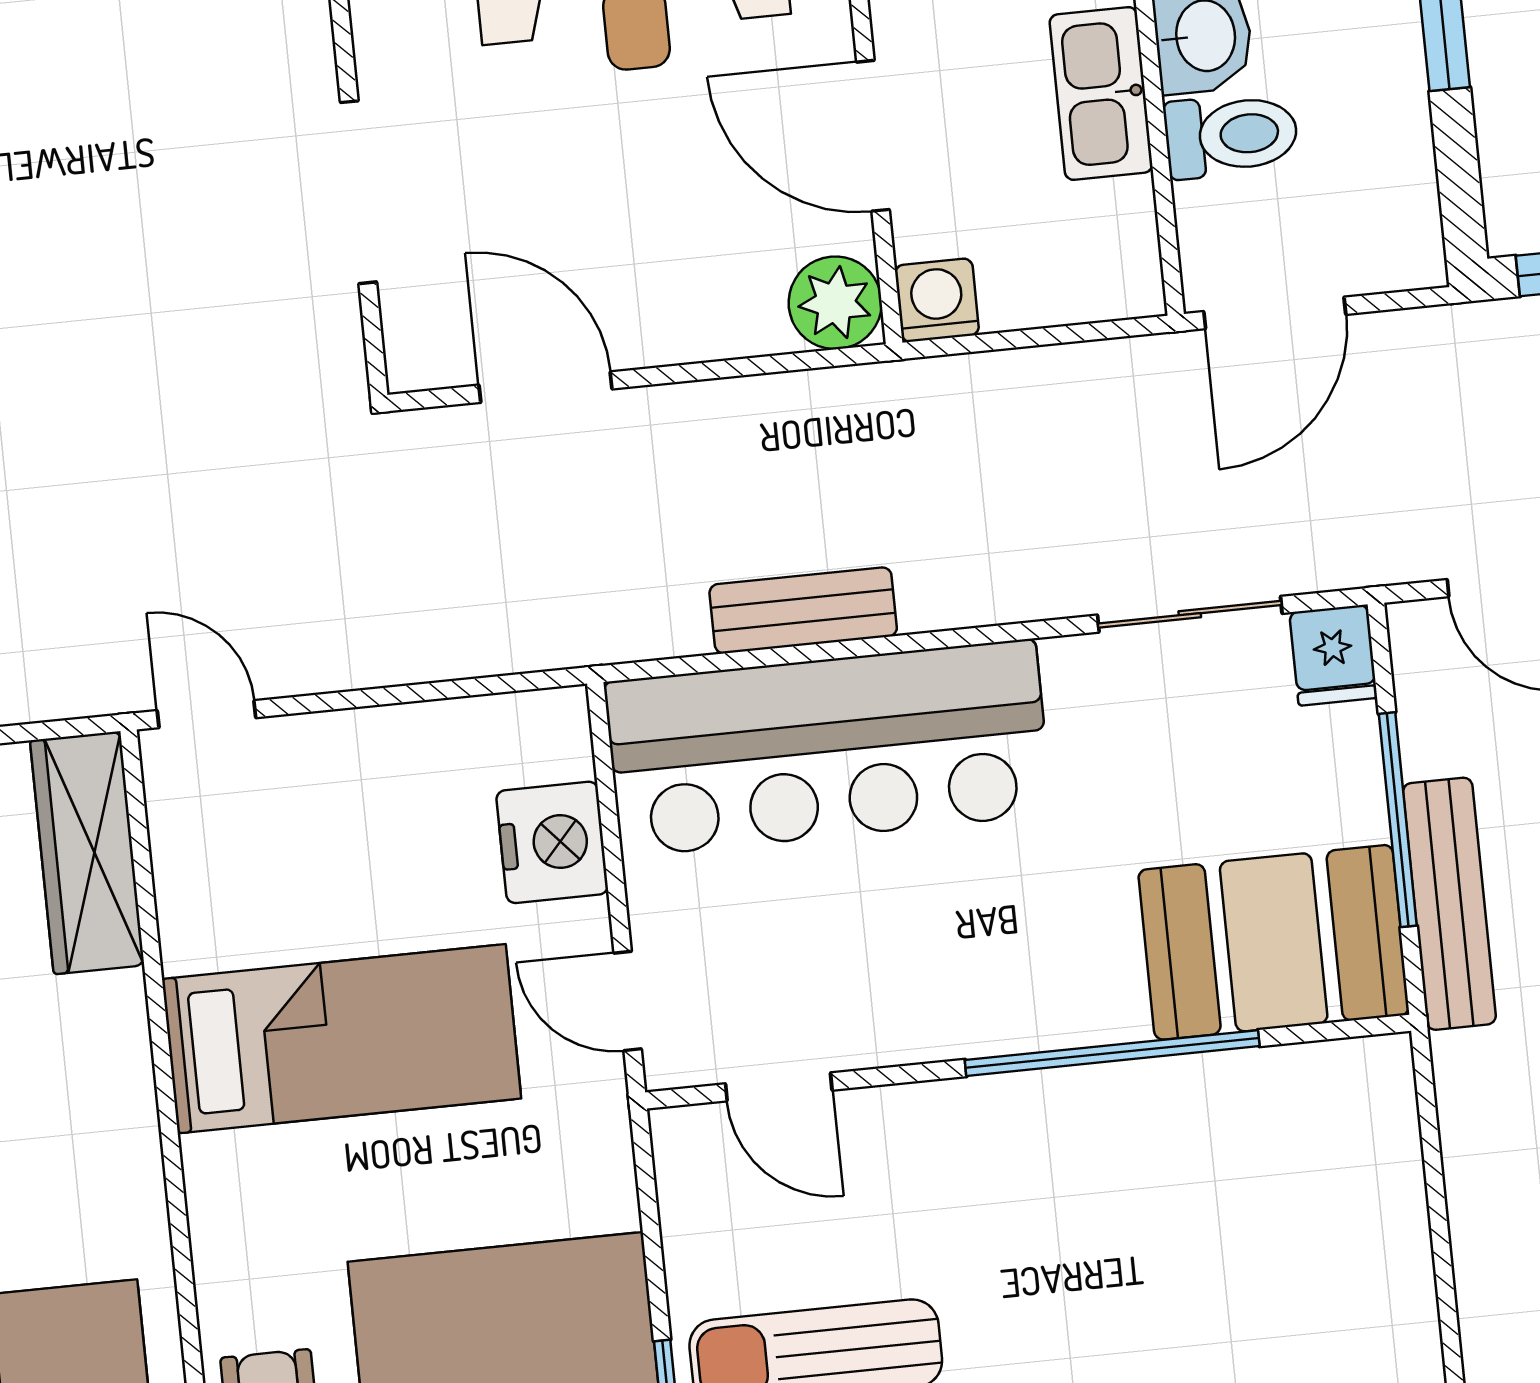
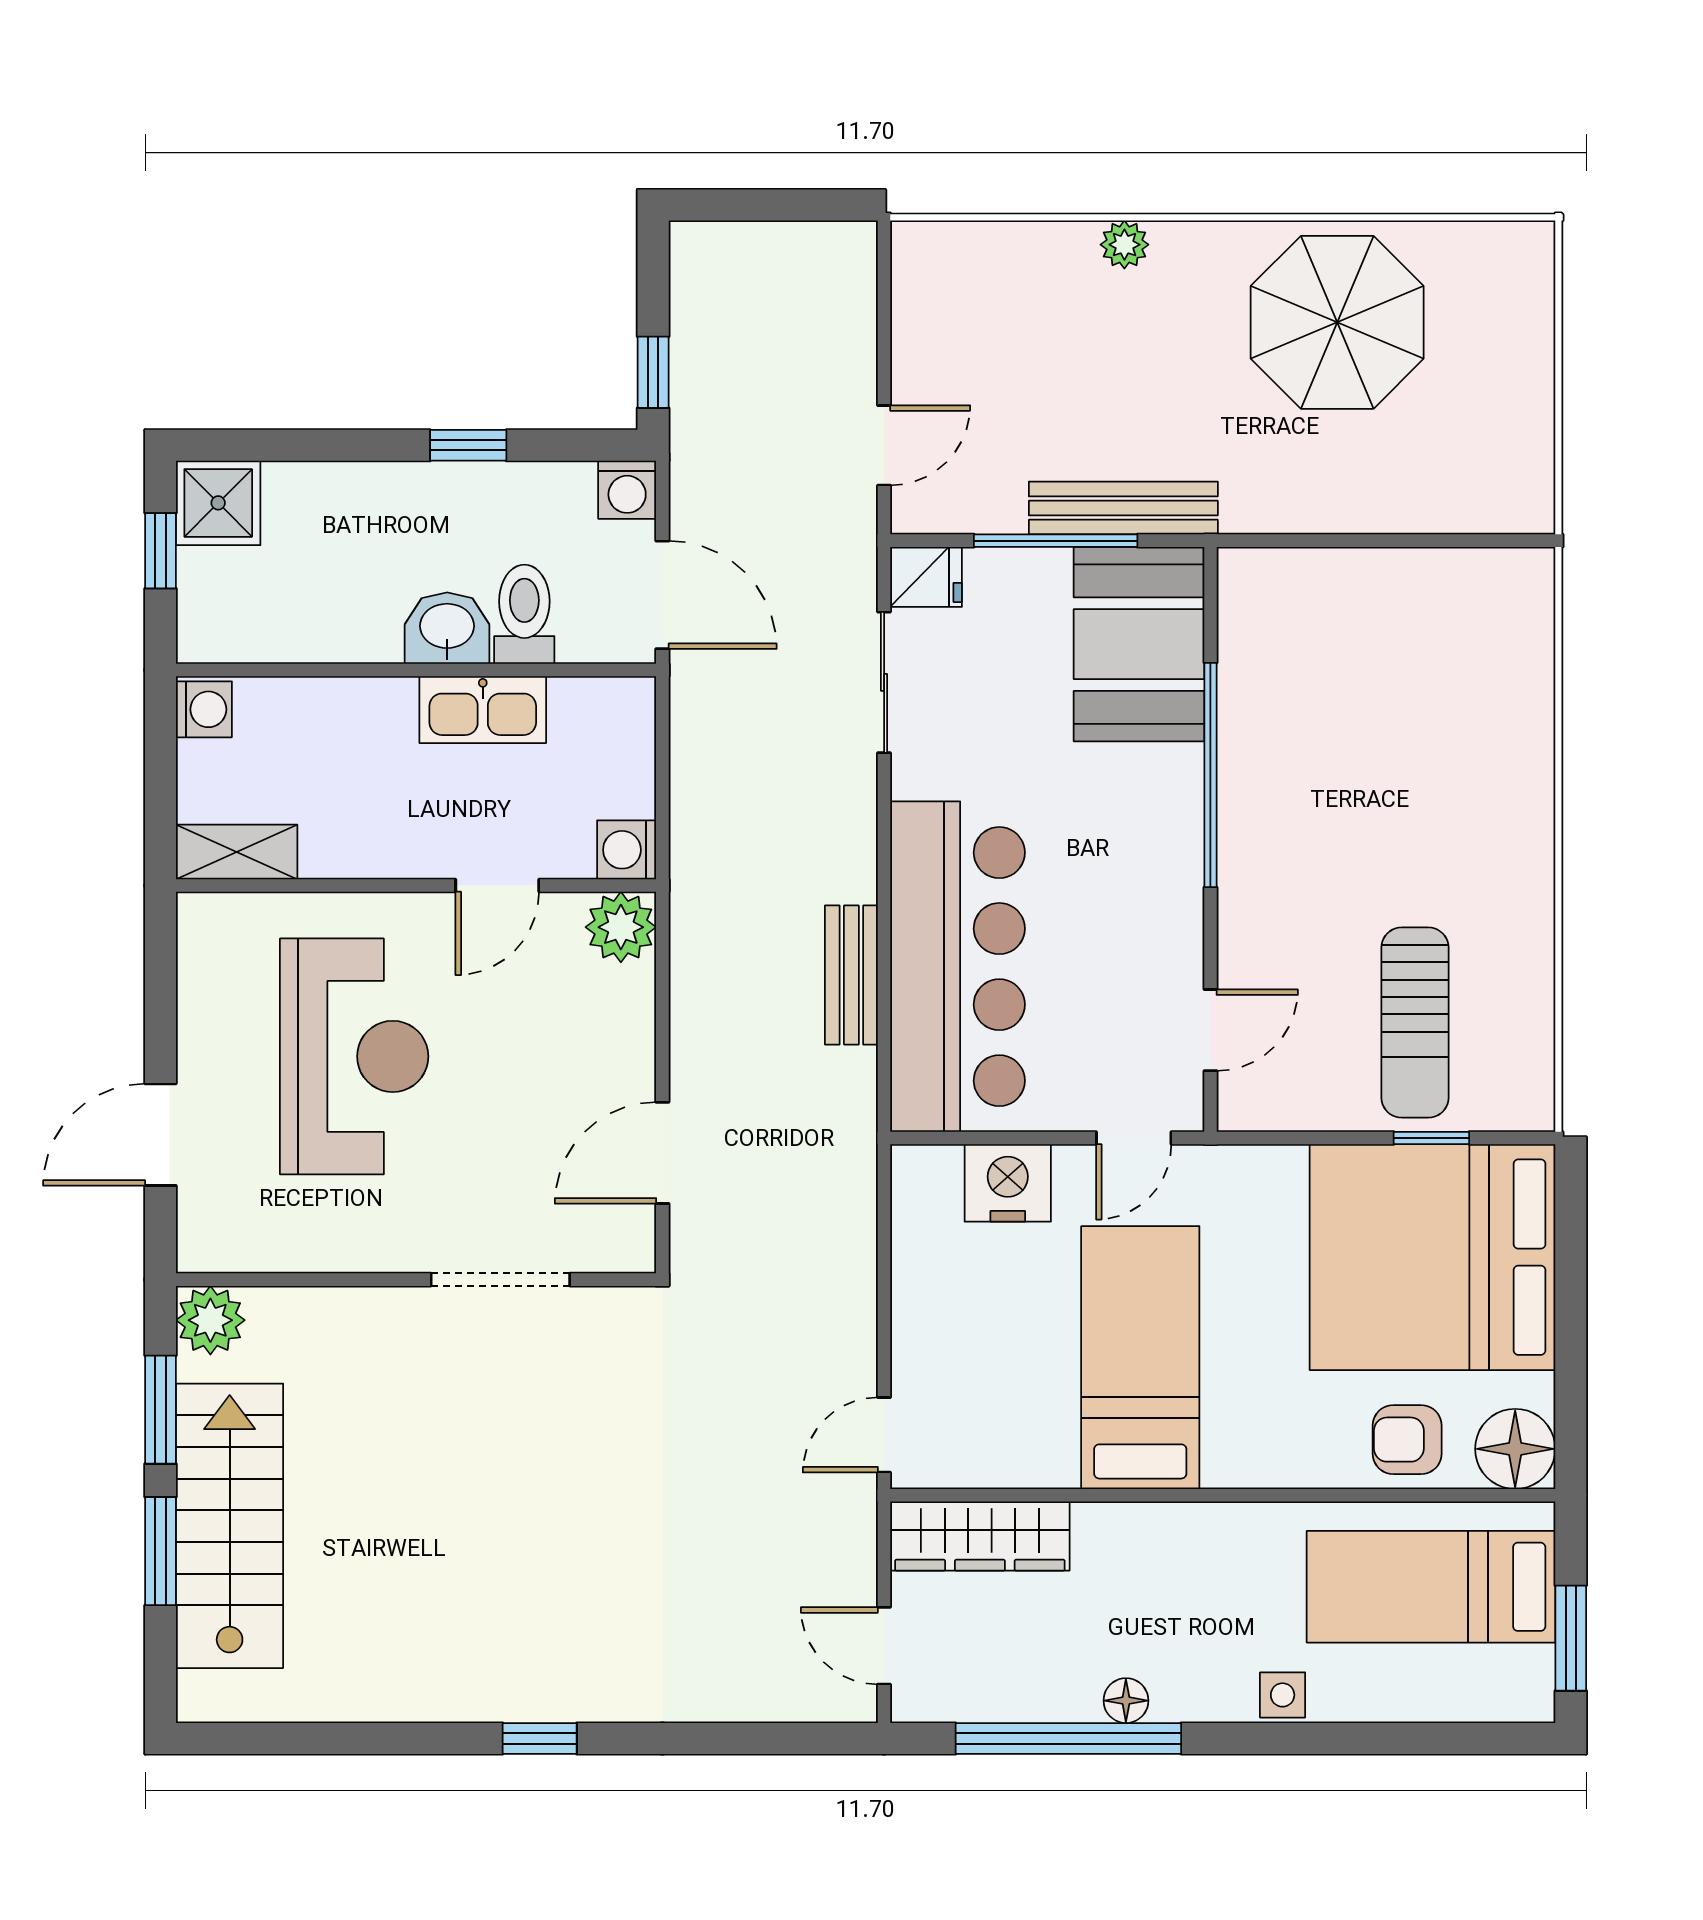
door: (873, 136) -> (497, 886), width x0.73
washing machine: (1408, 253) -> (627, 490), added

